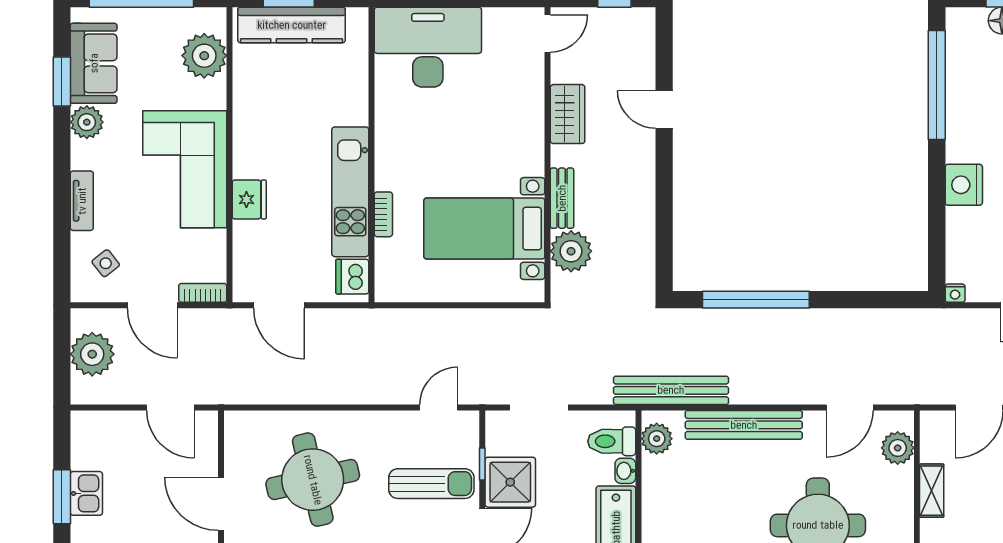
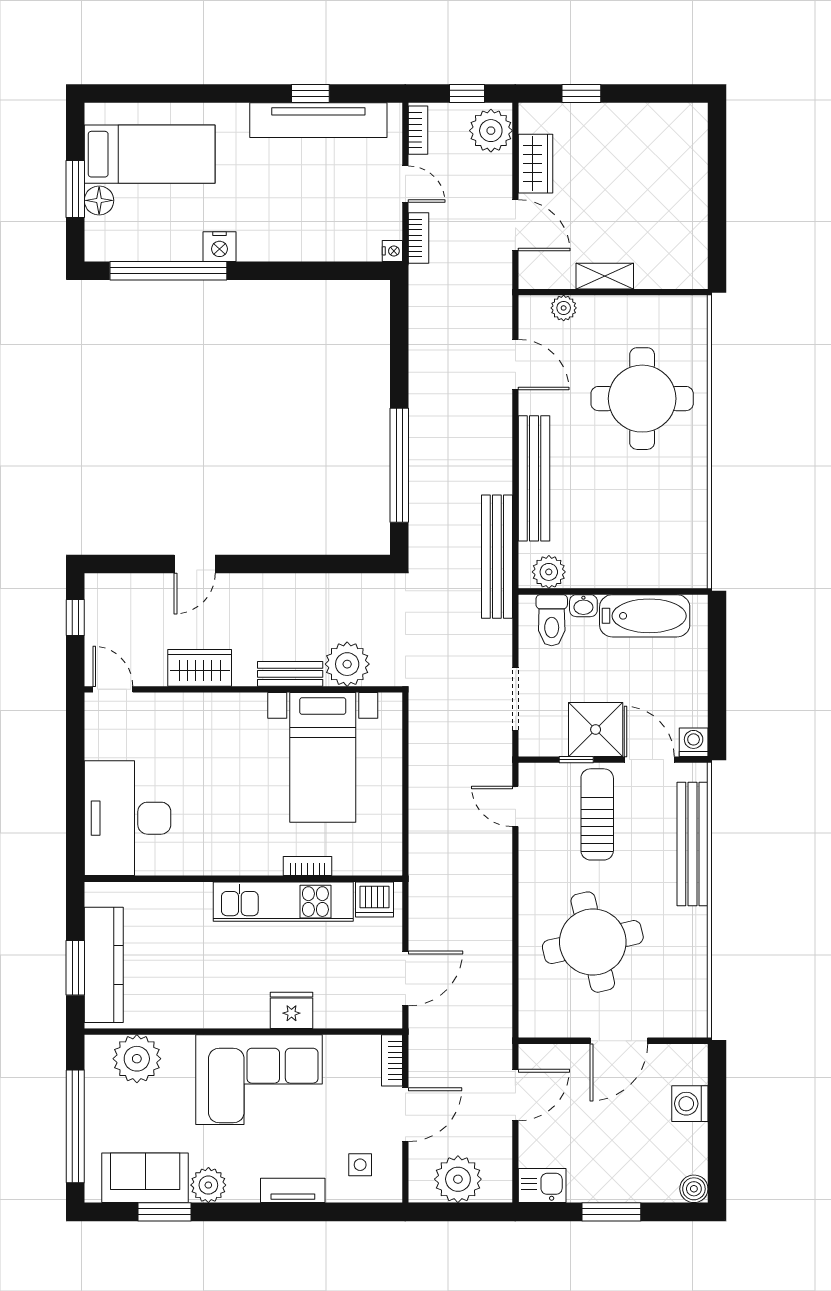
nightstand: (964, 185) -> (219, 247), moved, width x0.74, depth x0.75
side table: (106, 263) -> (360, 1165), turned 38
bookcase: (967, 318) -> (418, 238), added
plant: (898, 448) -> (564, 308), width x0.73, depth x0.73
kitchen sink: (86, 493) -> (542, 1186), moved

